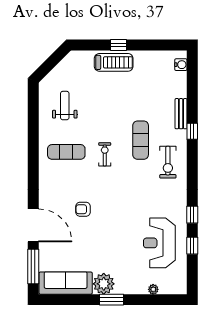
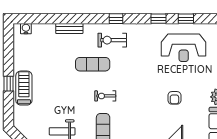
window: (192, 131) -> (116, 19), moved
exercise bike: (168, 162) -> (112, 40), turned 180
armchair: (83, 209) -> (174, 98), moved

